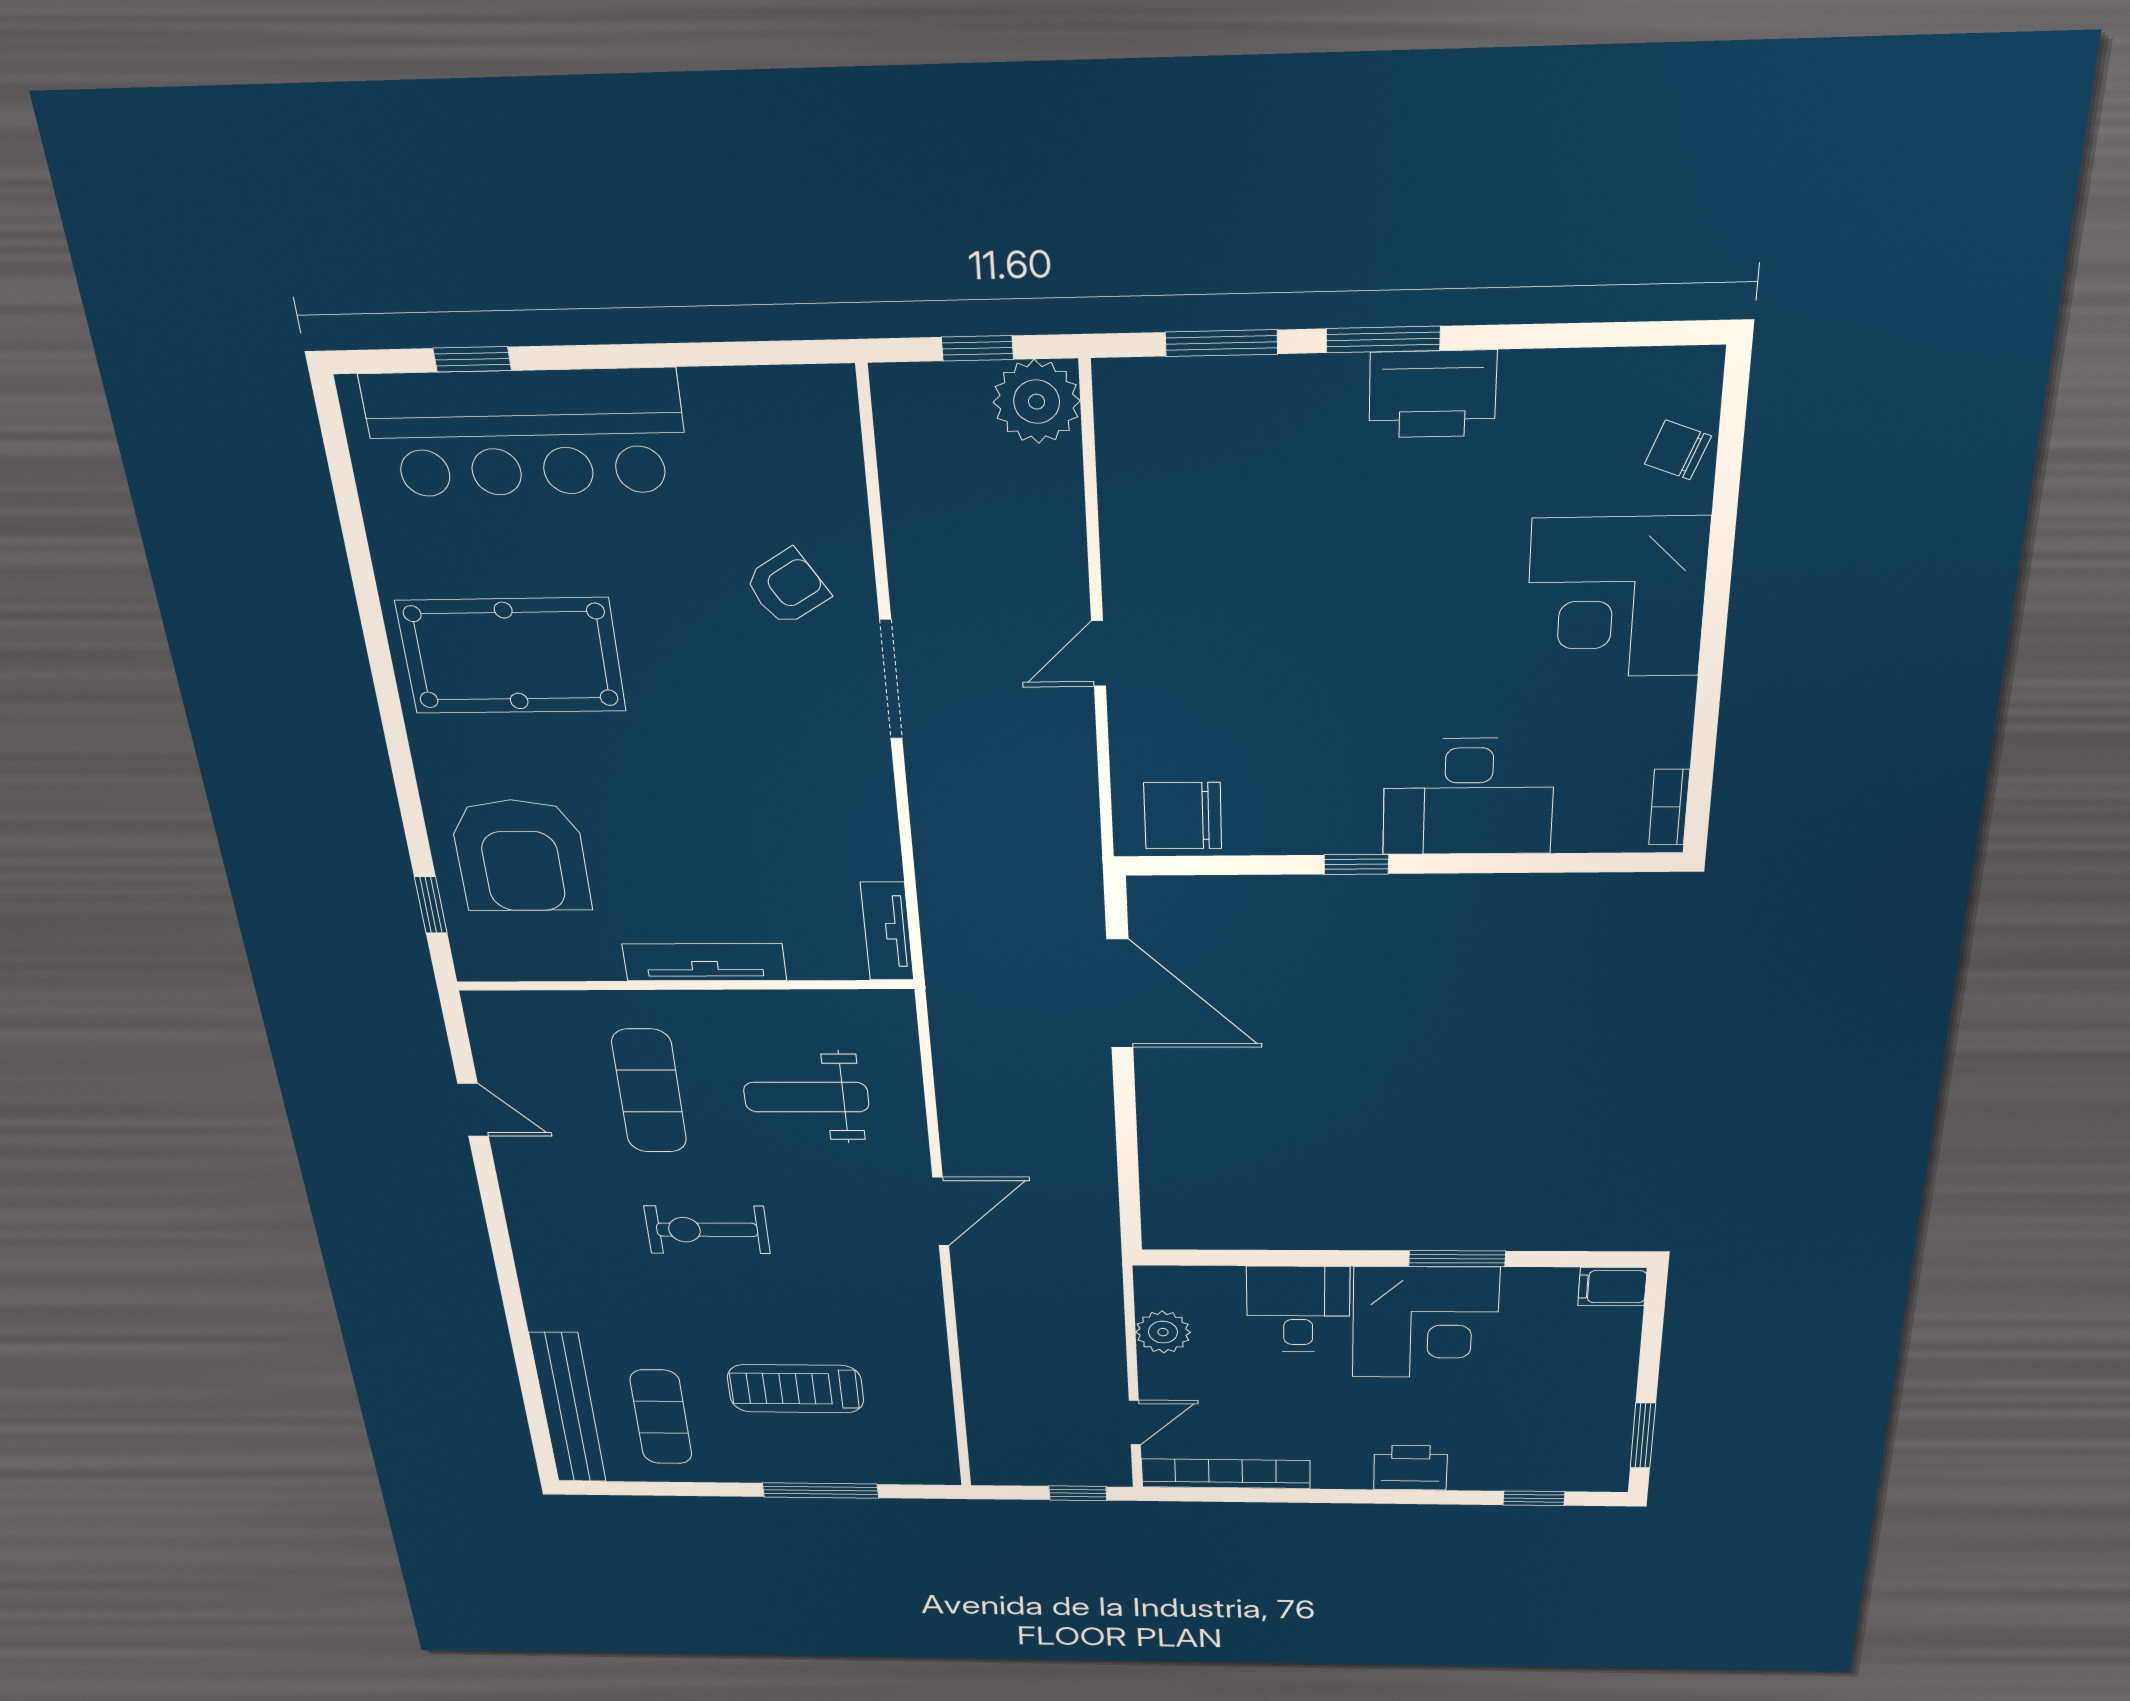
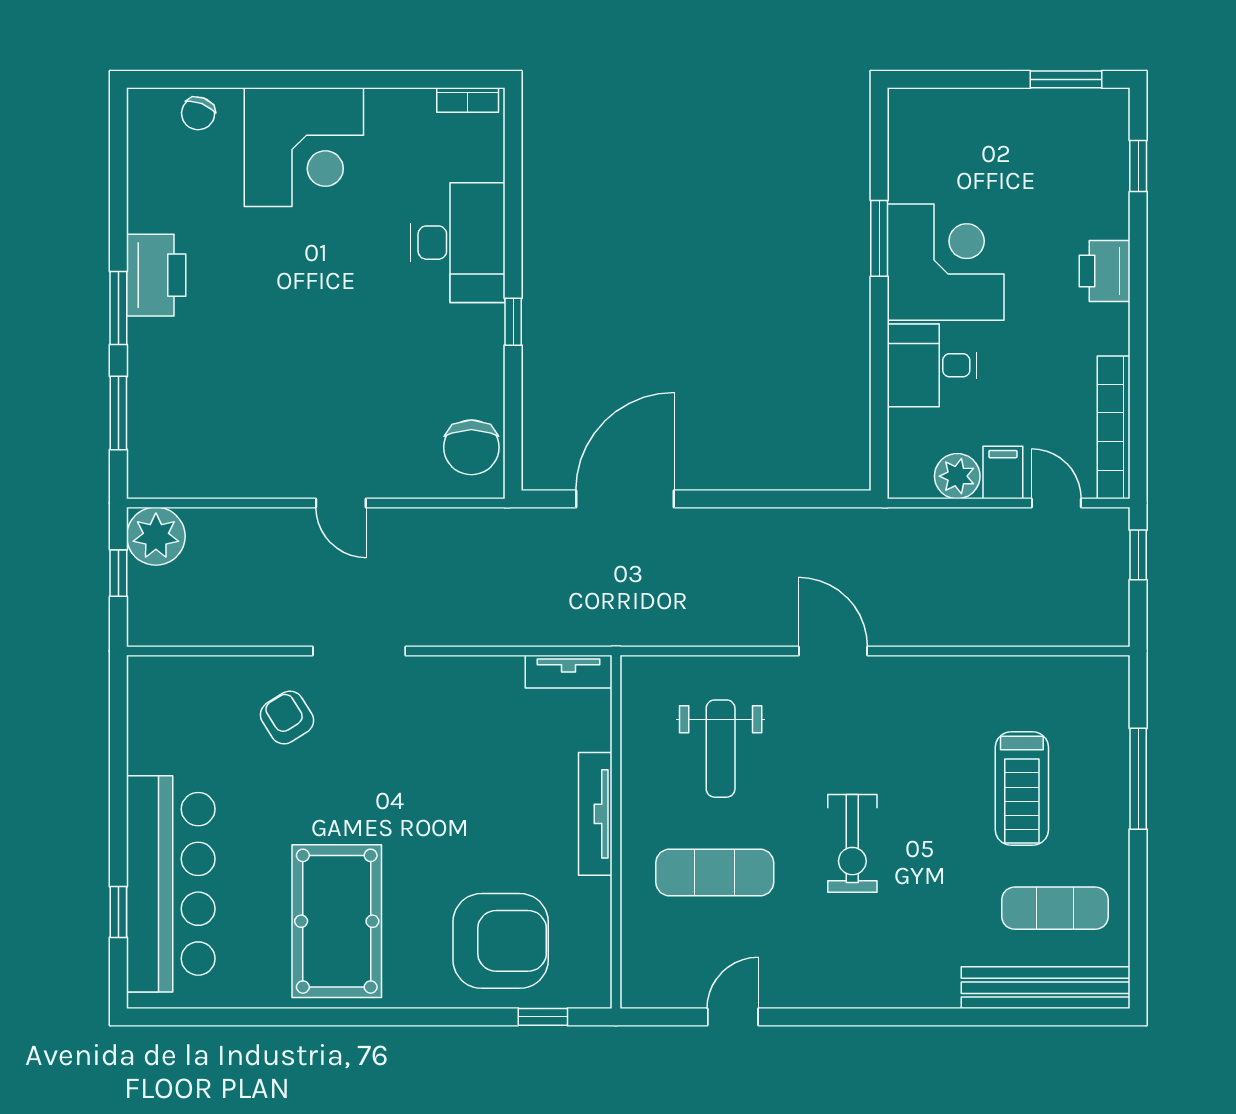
filing cabinet: (1612, 1287) -> (1003, 473), moved, turned 180

